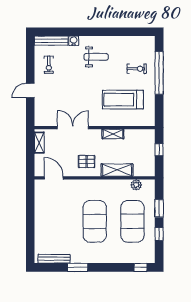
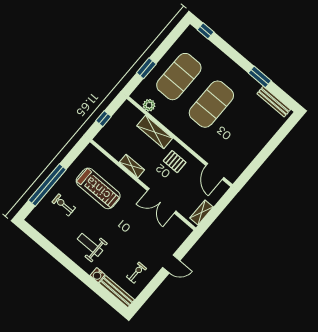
window: (159, 234) -> (165, 46), removed

